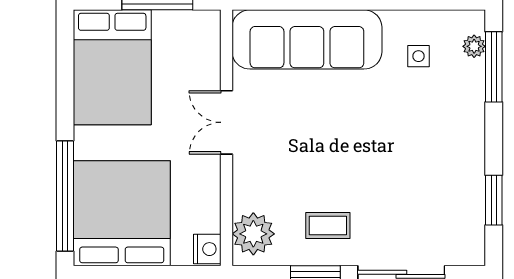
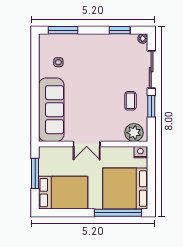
plant: (474, 46) -> (143, 39), moved

